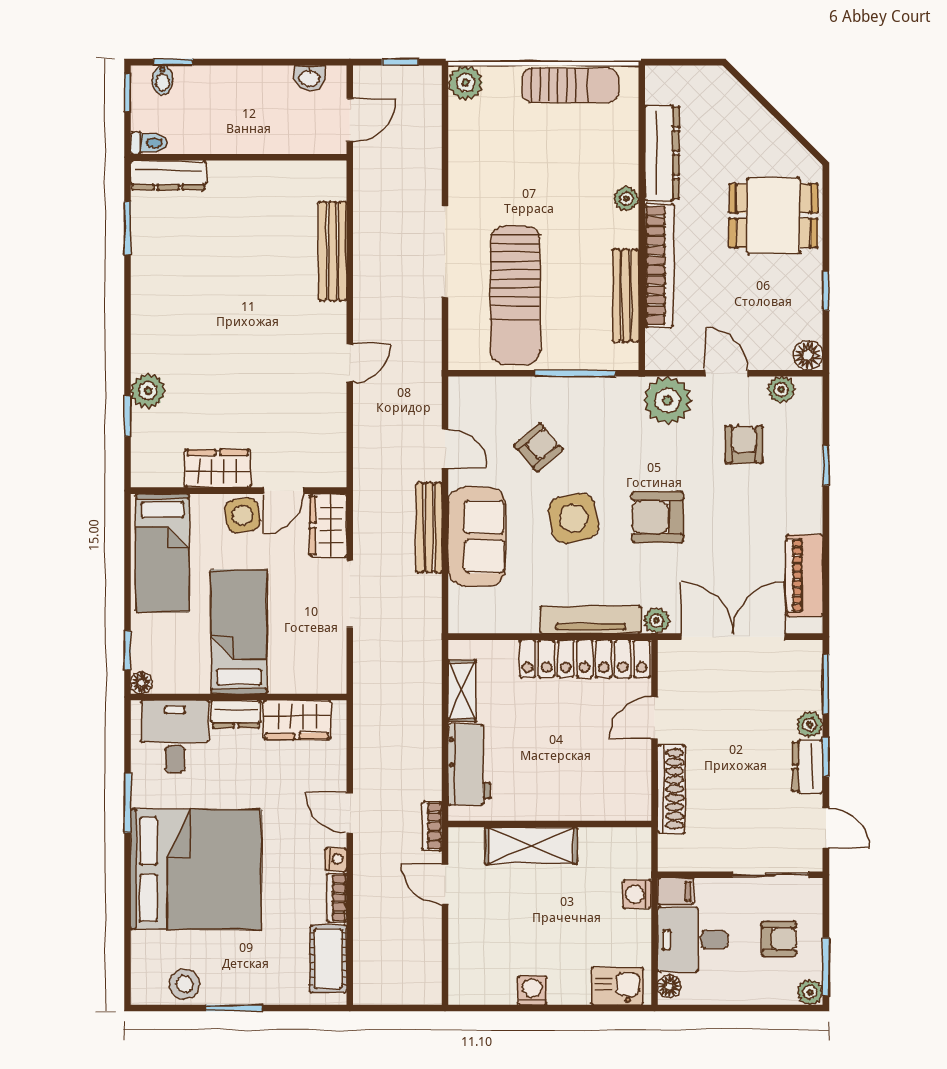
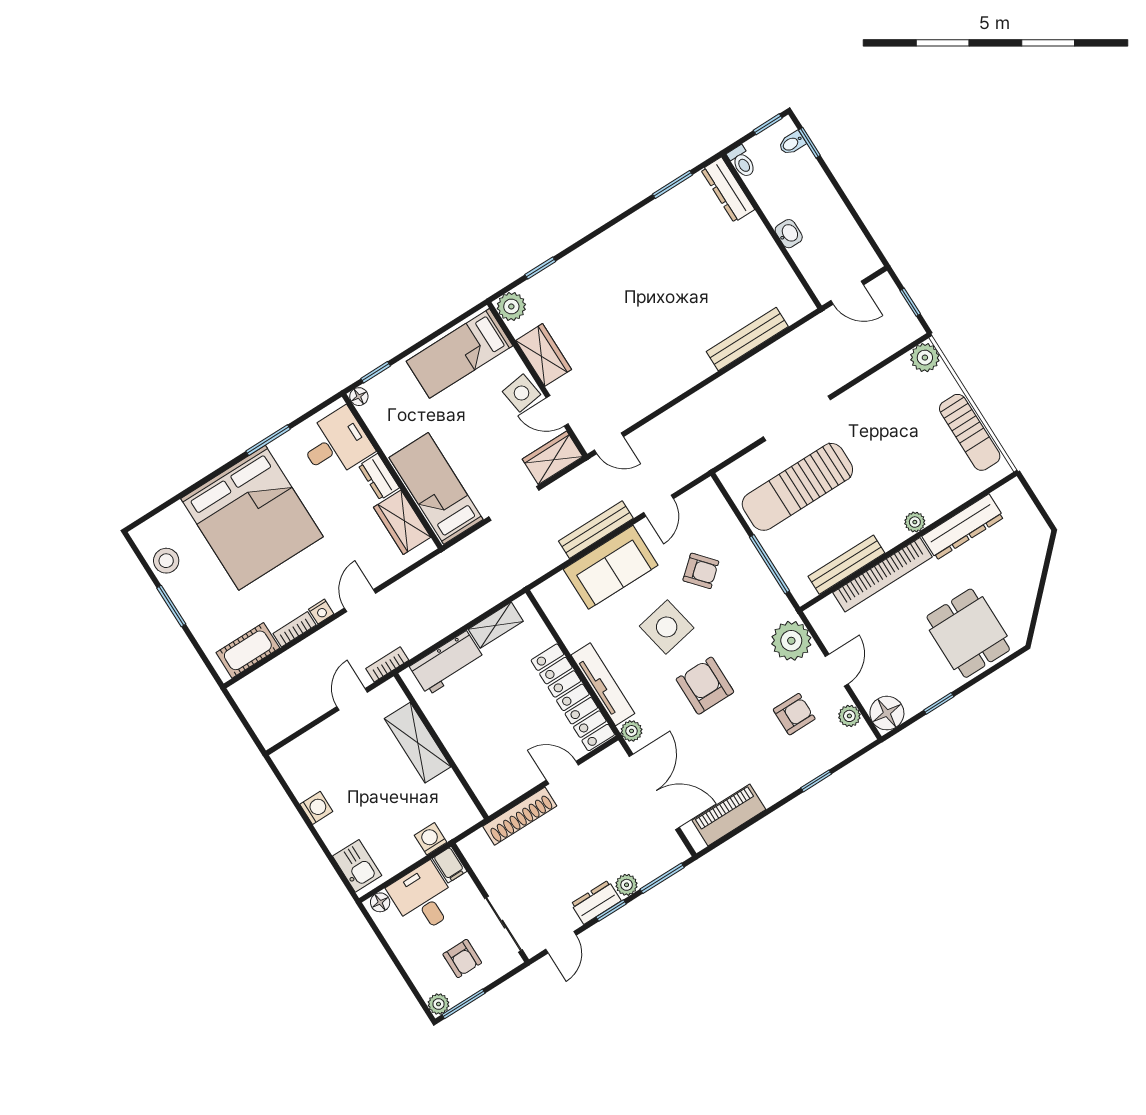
washbasin: (310, 78) -> (789, 234), moved, turned 180
floor lamp: (808, 355) -> (887, 713), width x1.38, depth x1.38
door: (350, 363) -> (609, 443), moved
plant: (148, 391) -> (511, 306), moved
bed: (239, 632) -> (436, 488), moved, turned -90

